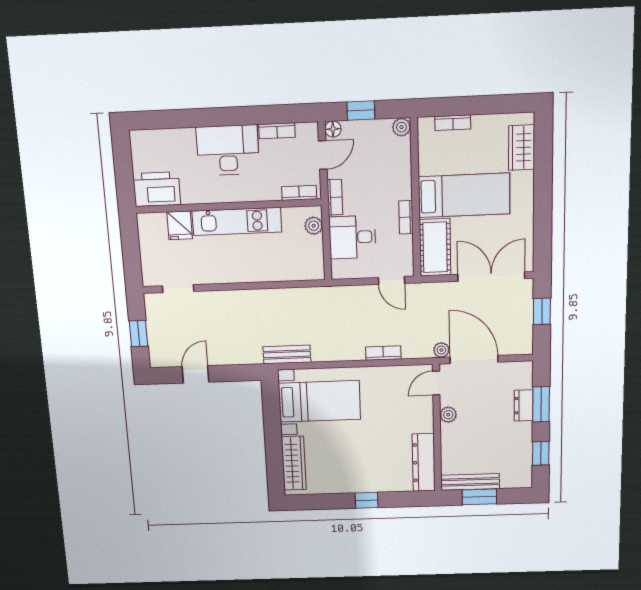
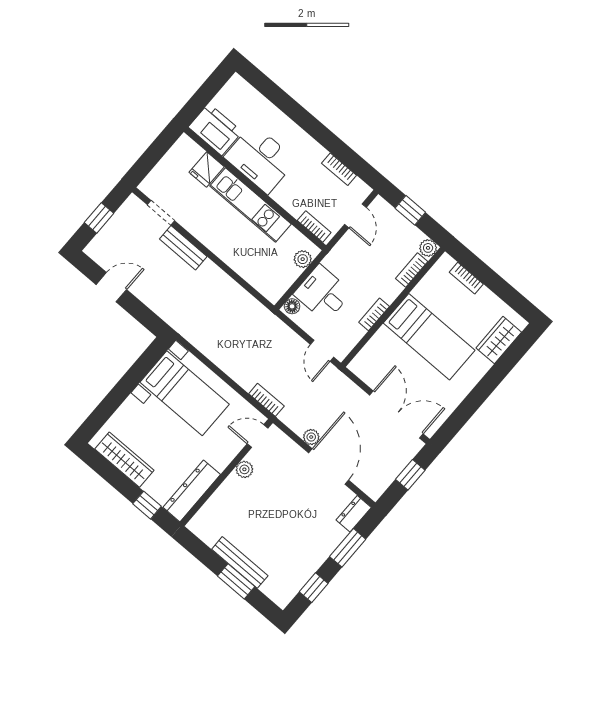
floor lamp: (333, 129) -> (292, 306), moved
desk: (228, 150) -> (260, 159), moved, turned 180
door: (323, 155) -> (355, 216), hinge flipped
bookcase: (335, 197) -> (412, 270), moved, turned 180
cot: (435, 247) -> (375, 355), removed
bench: (287, 354) -> (183, 248), moved
door: (436, 383) -> (258, 436), moved
dresser: (524, 405) -> (354, 514), moved
plant: (448, 415) -> (244, 469), moved
wall: (437, 428) -> (226, 473), moved
dresser: (424, 462) -> (192, 491), moved
wardrobe: (294, 463) -> (124, 460), moved, turned -90

